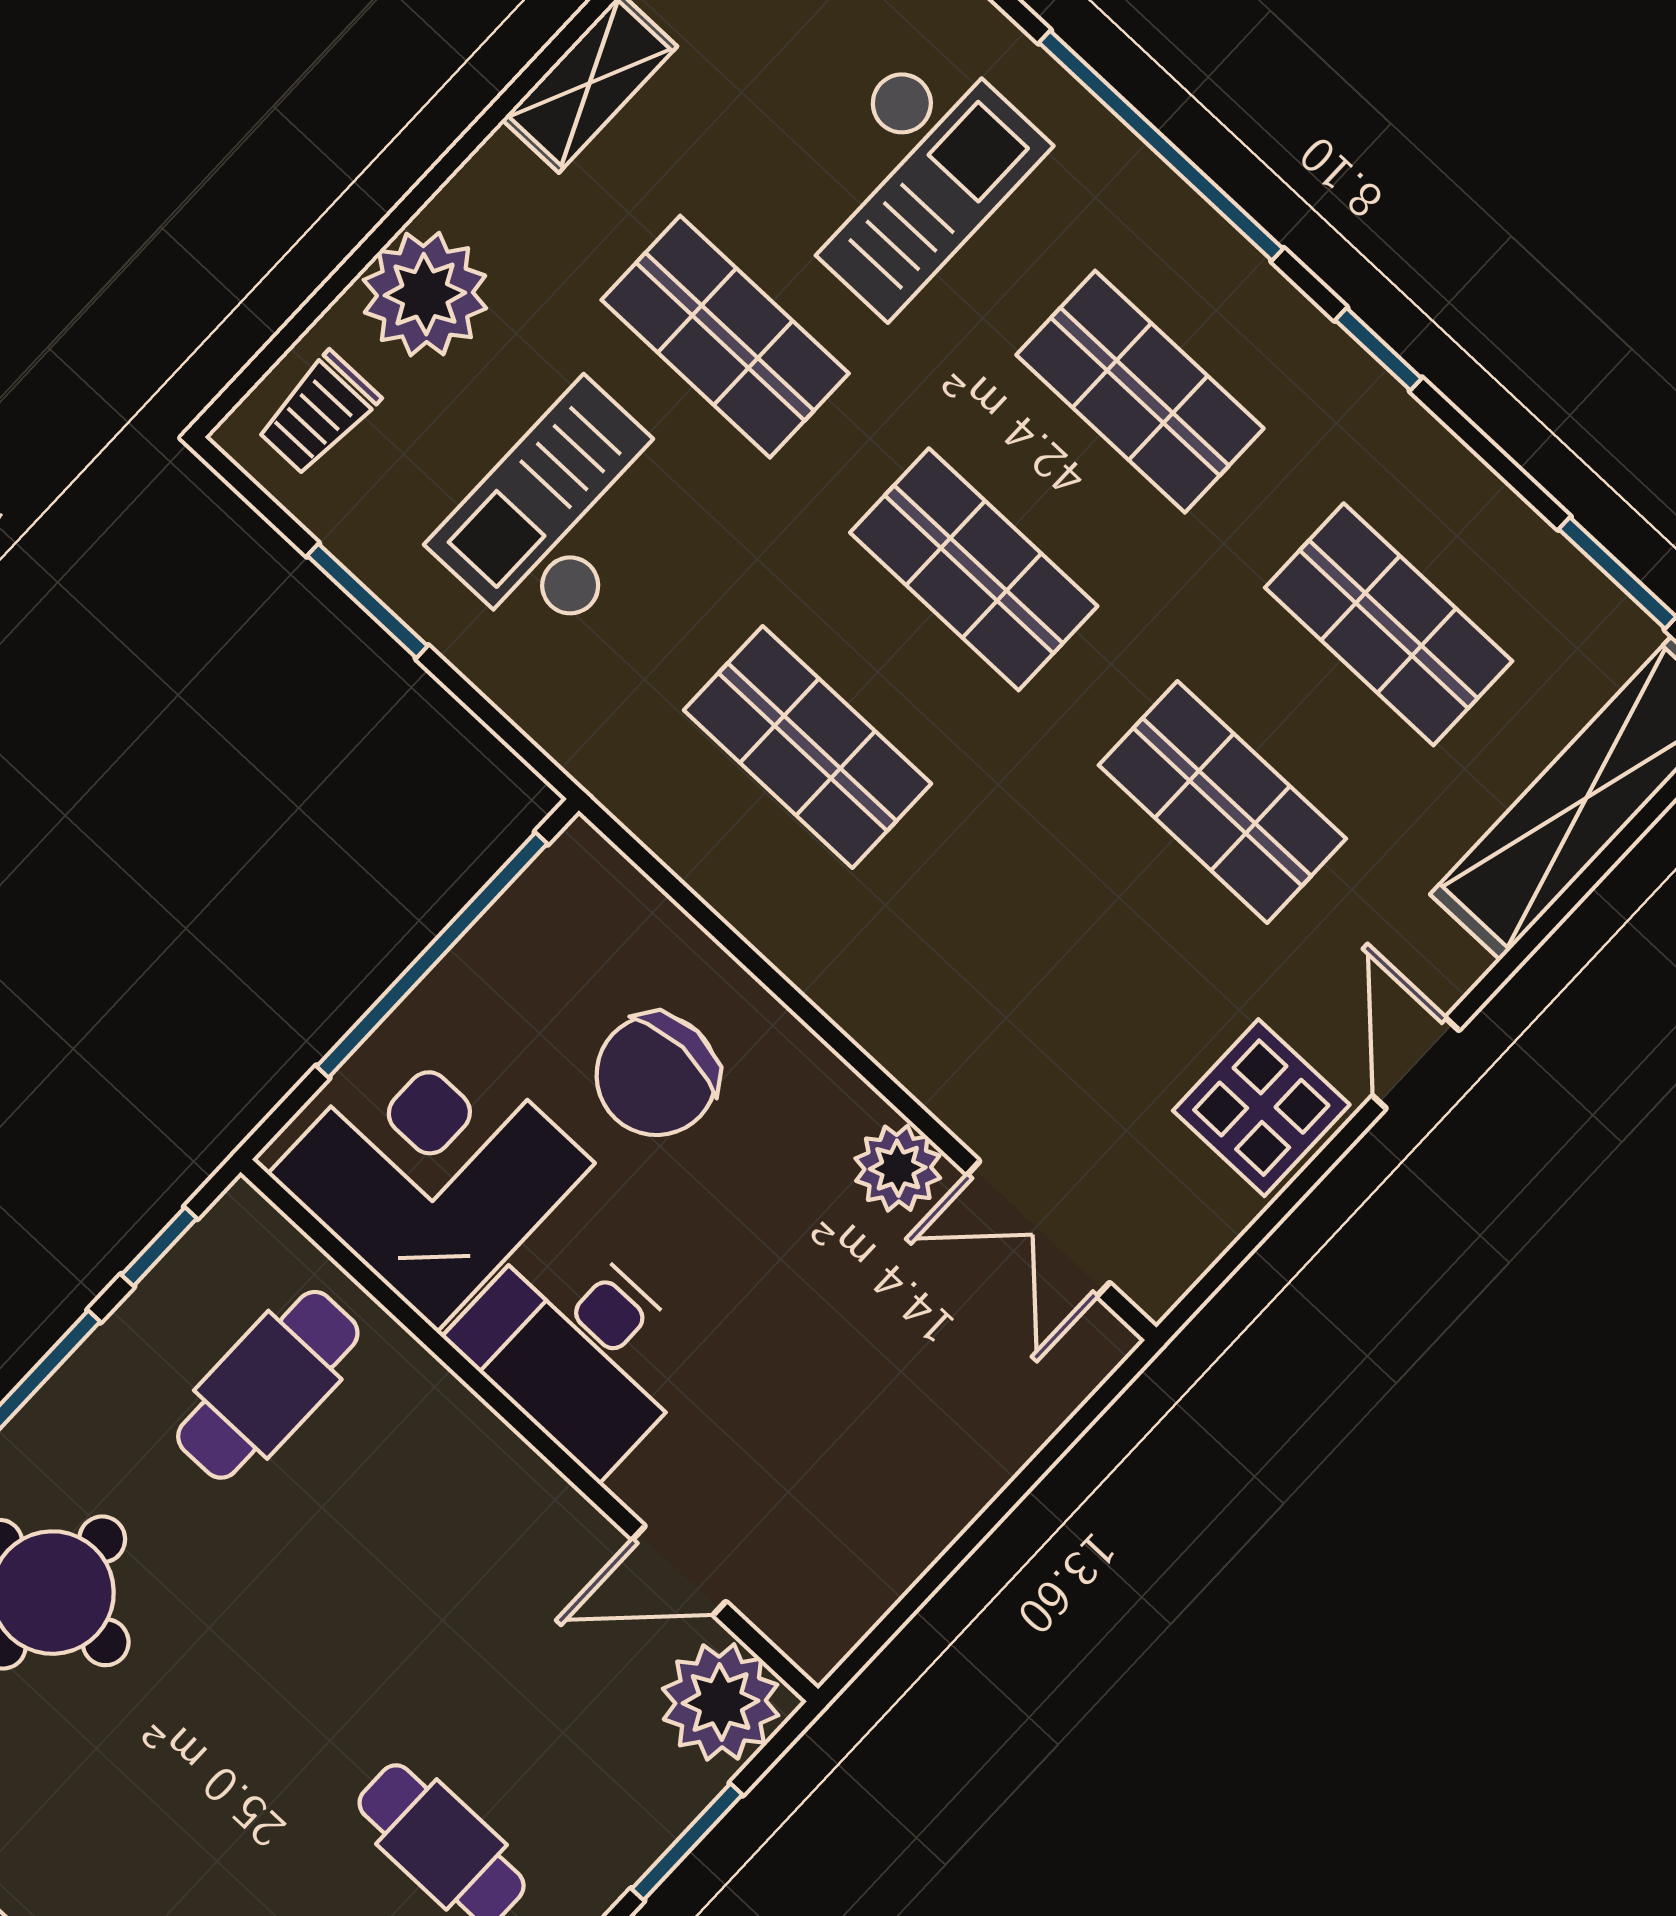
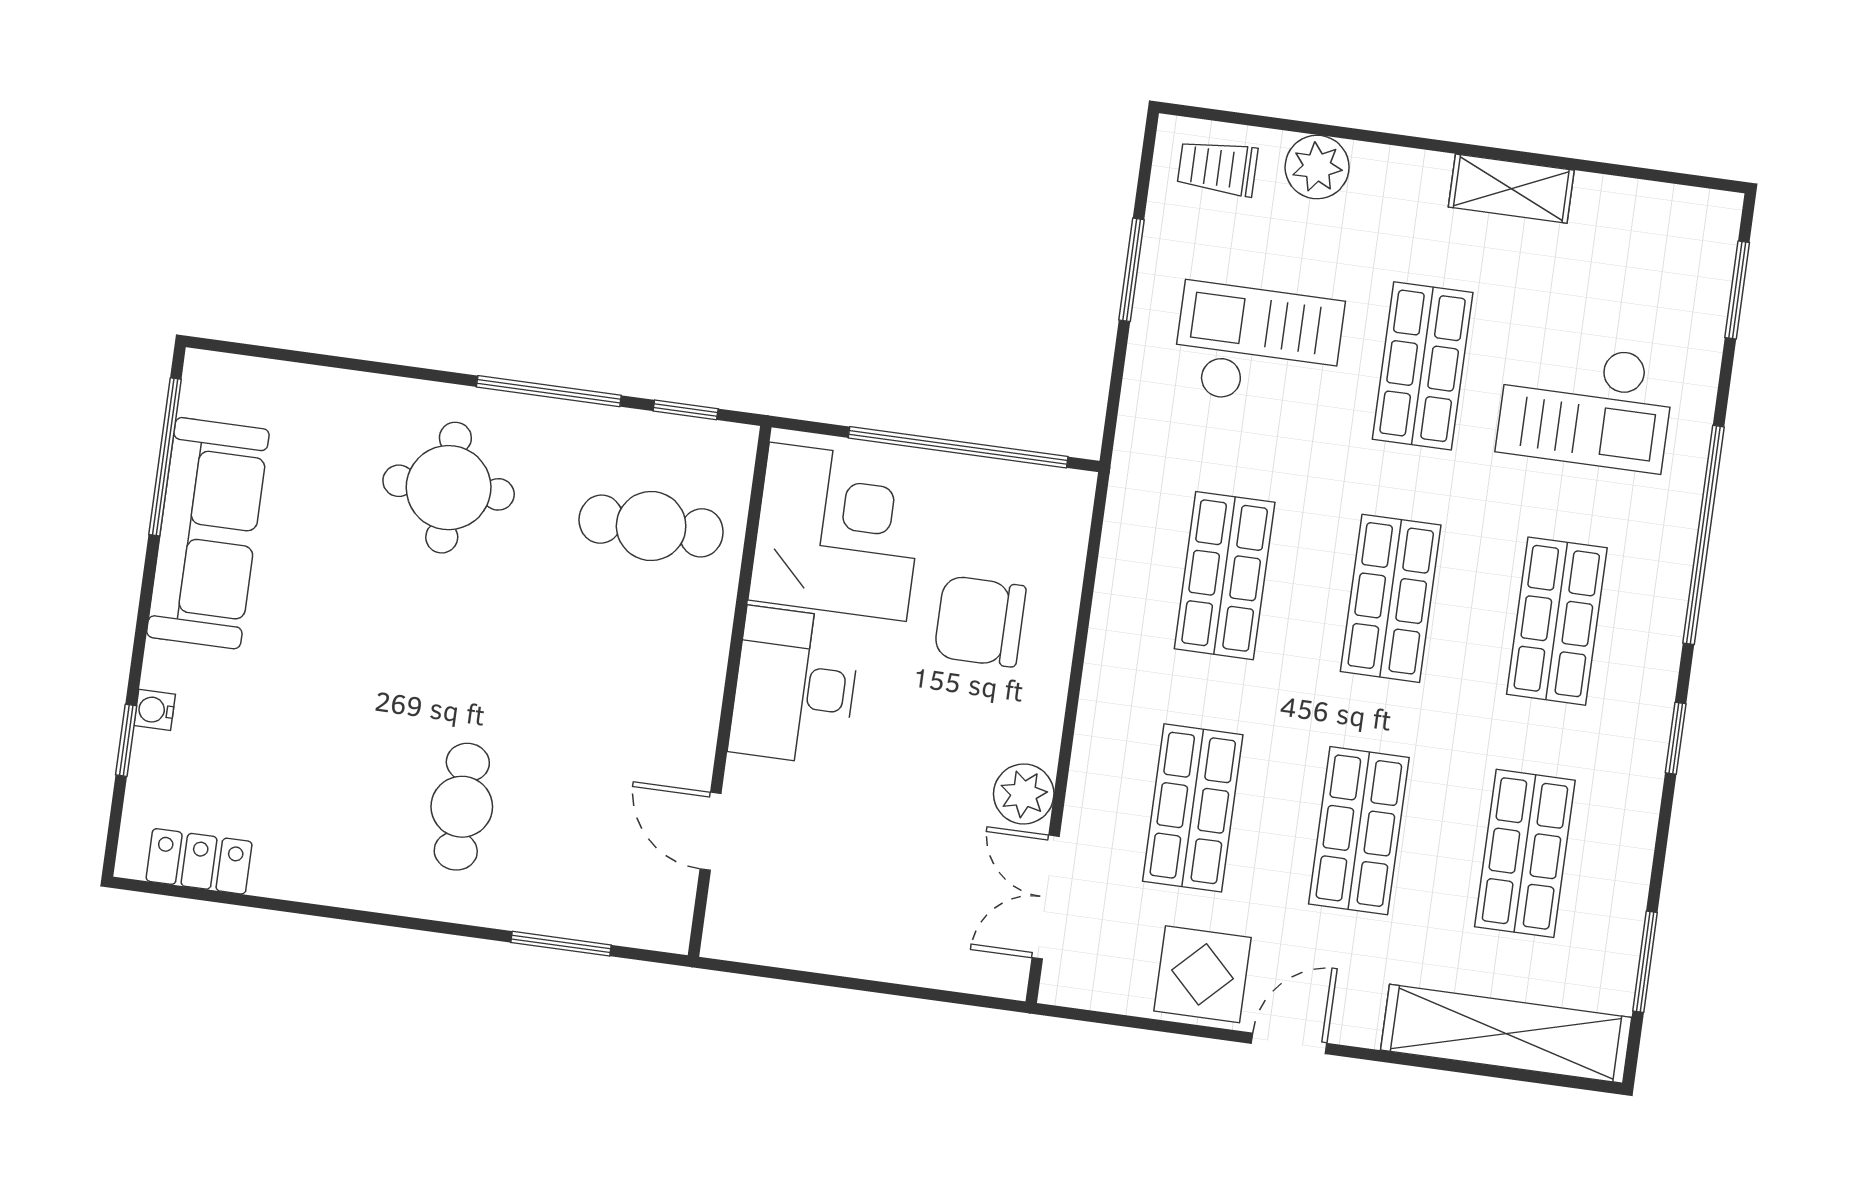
plant: (425, 294) -> (1317, 167), width x0.73, depth x0.73
shop shelf: (1056, 980) -> (1193, 808), added
plant: (721, 1702) -> (653, 907), removed

